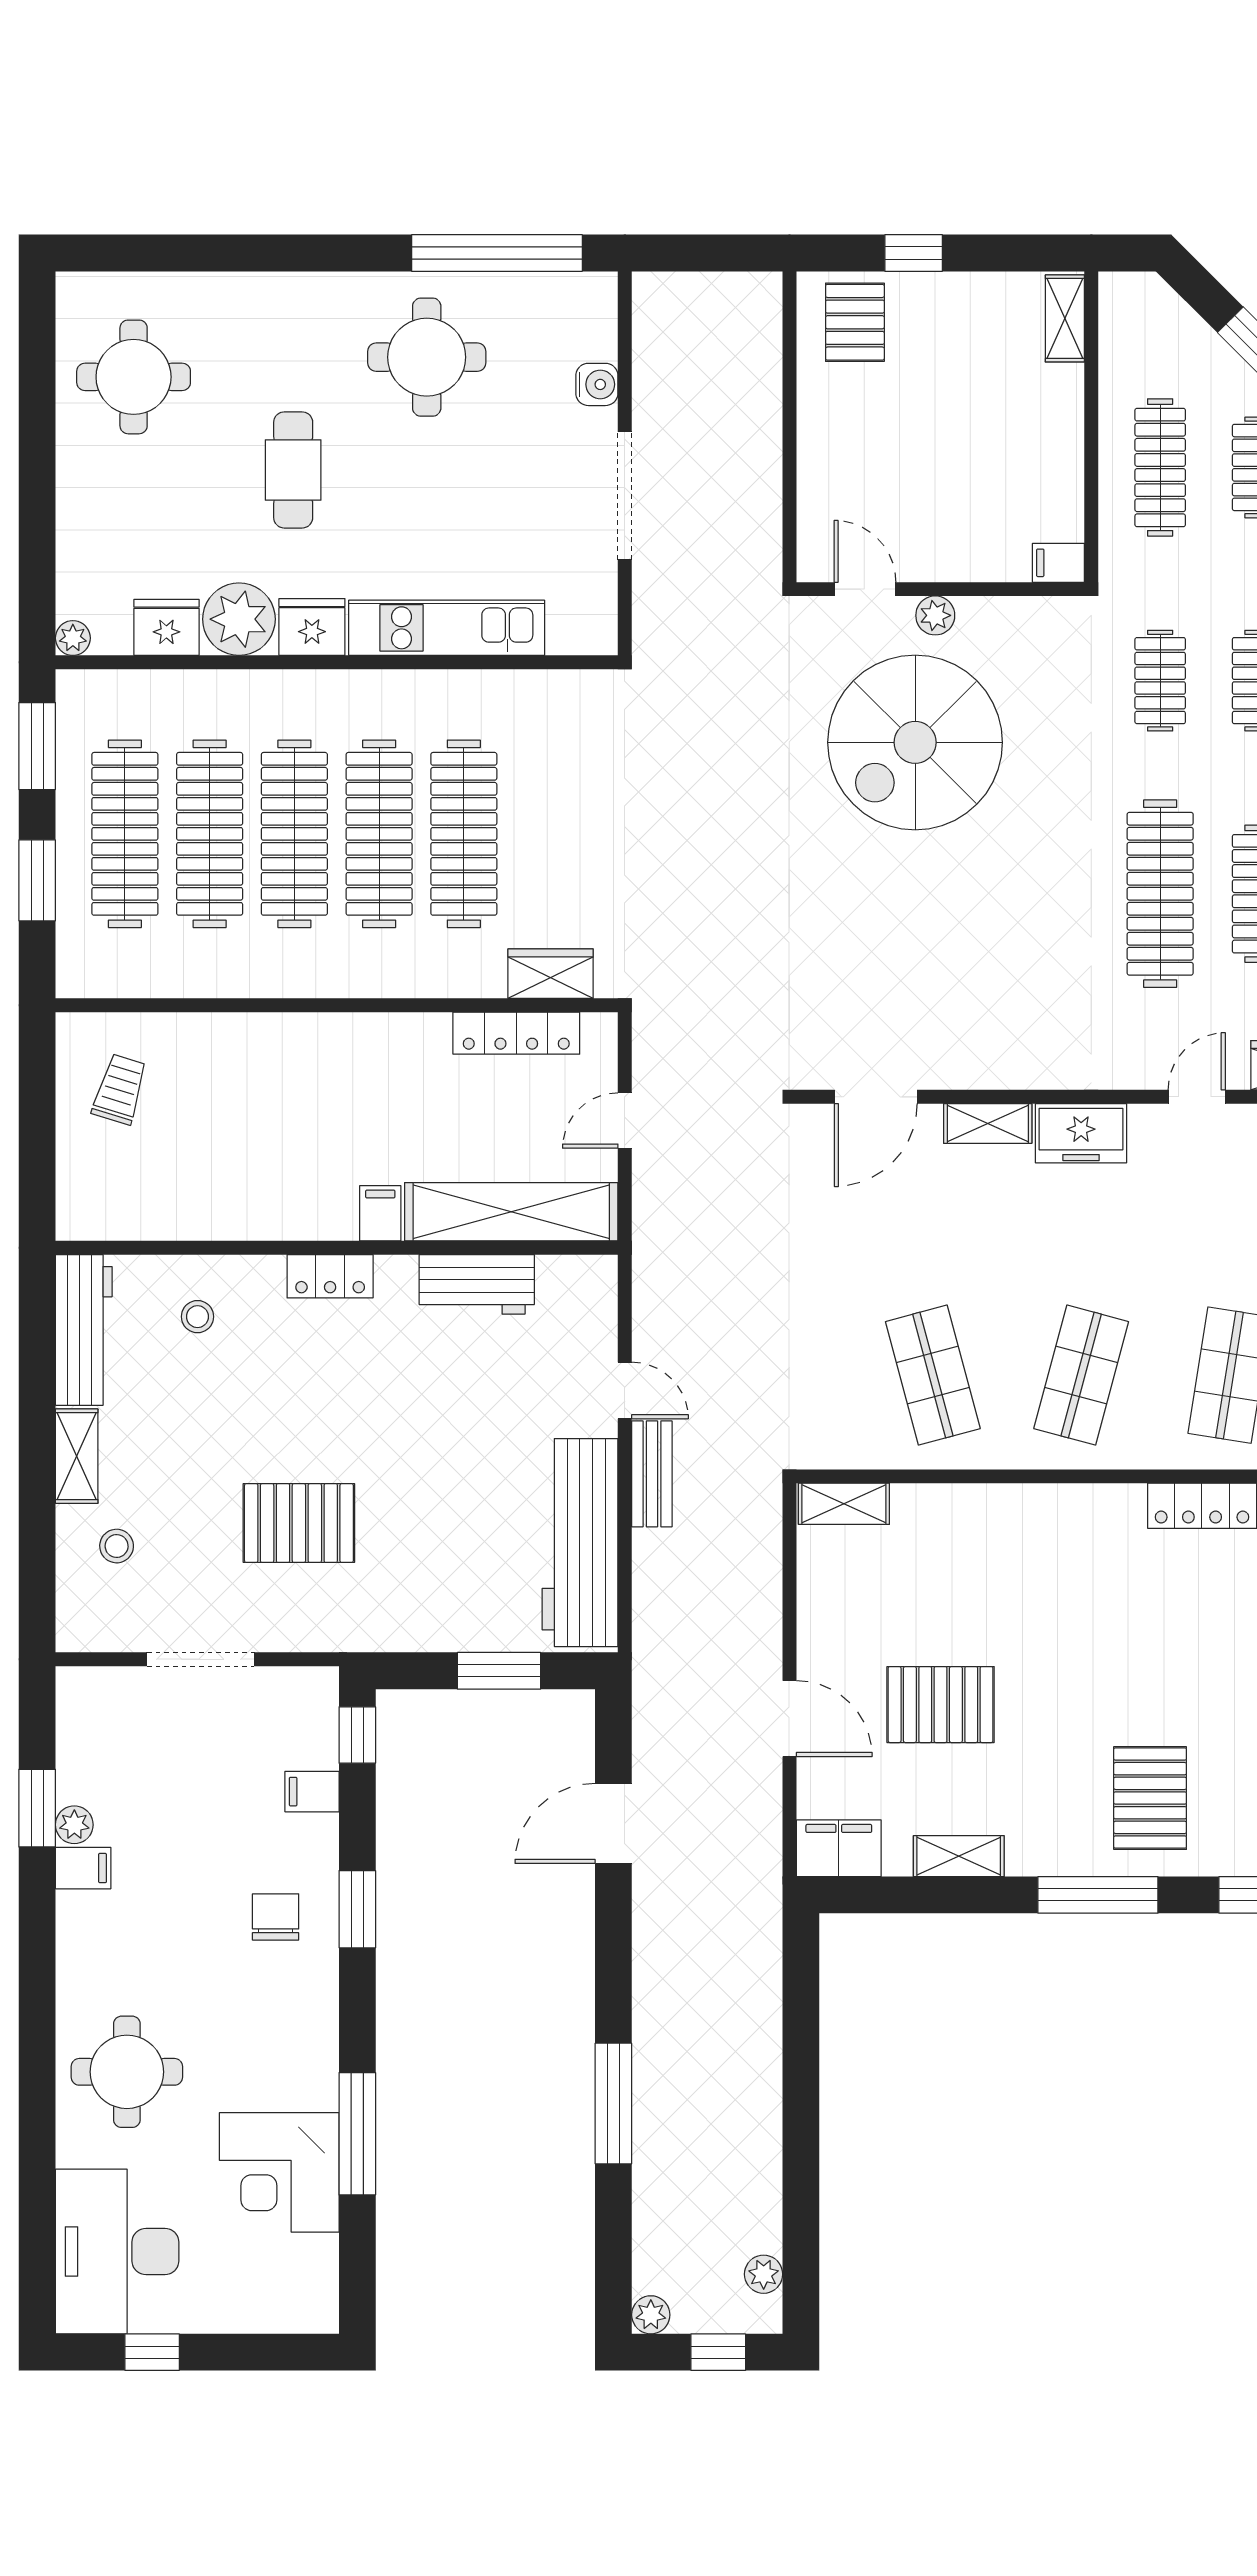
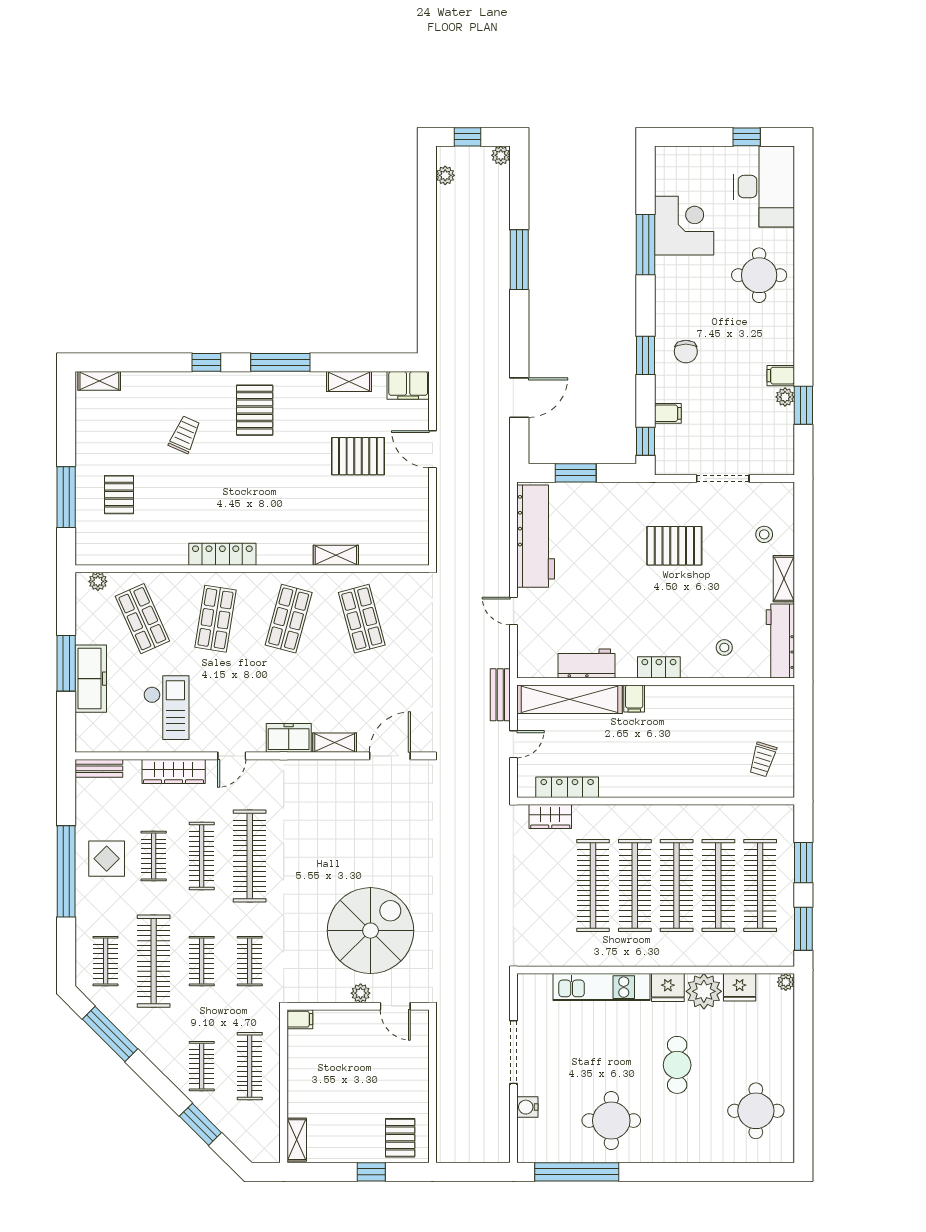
bench: (652, 1474) -> (500, 695), moved
shelving: (844, 1504) -> (336, 555), moved

